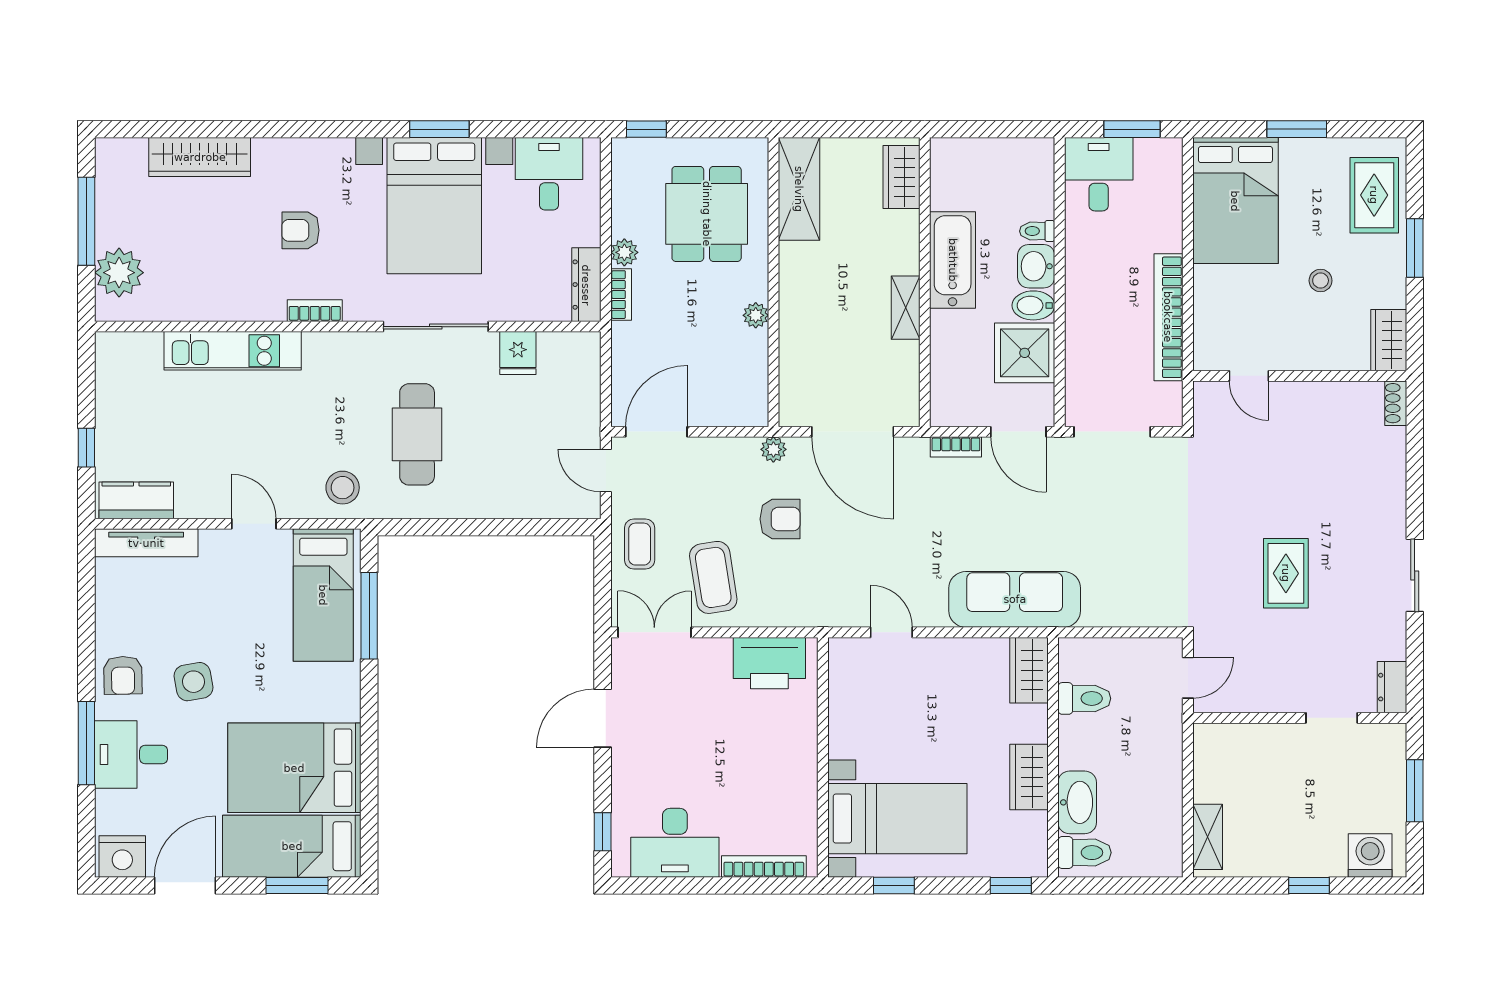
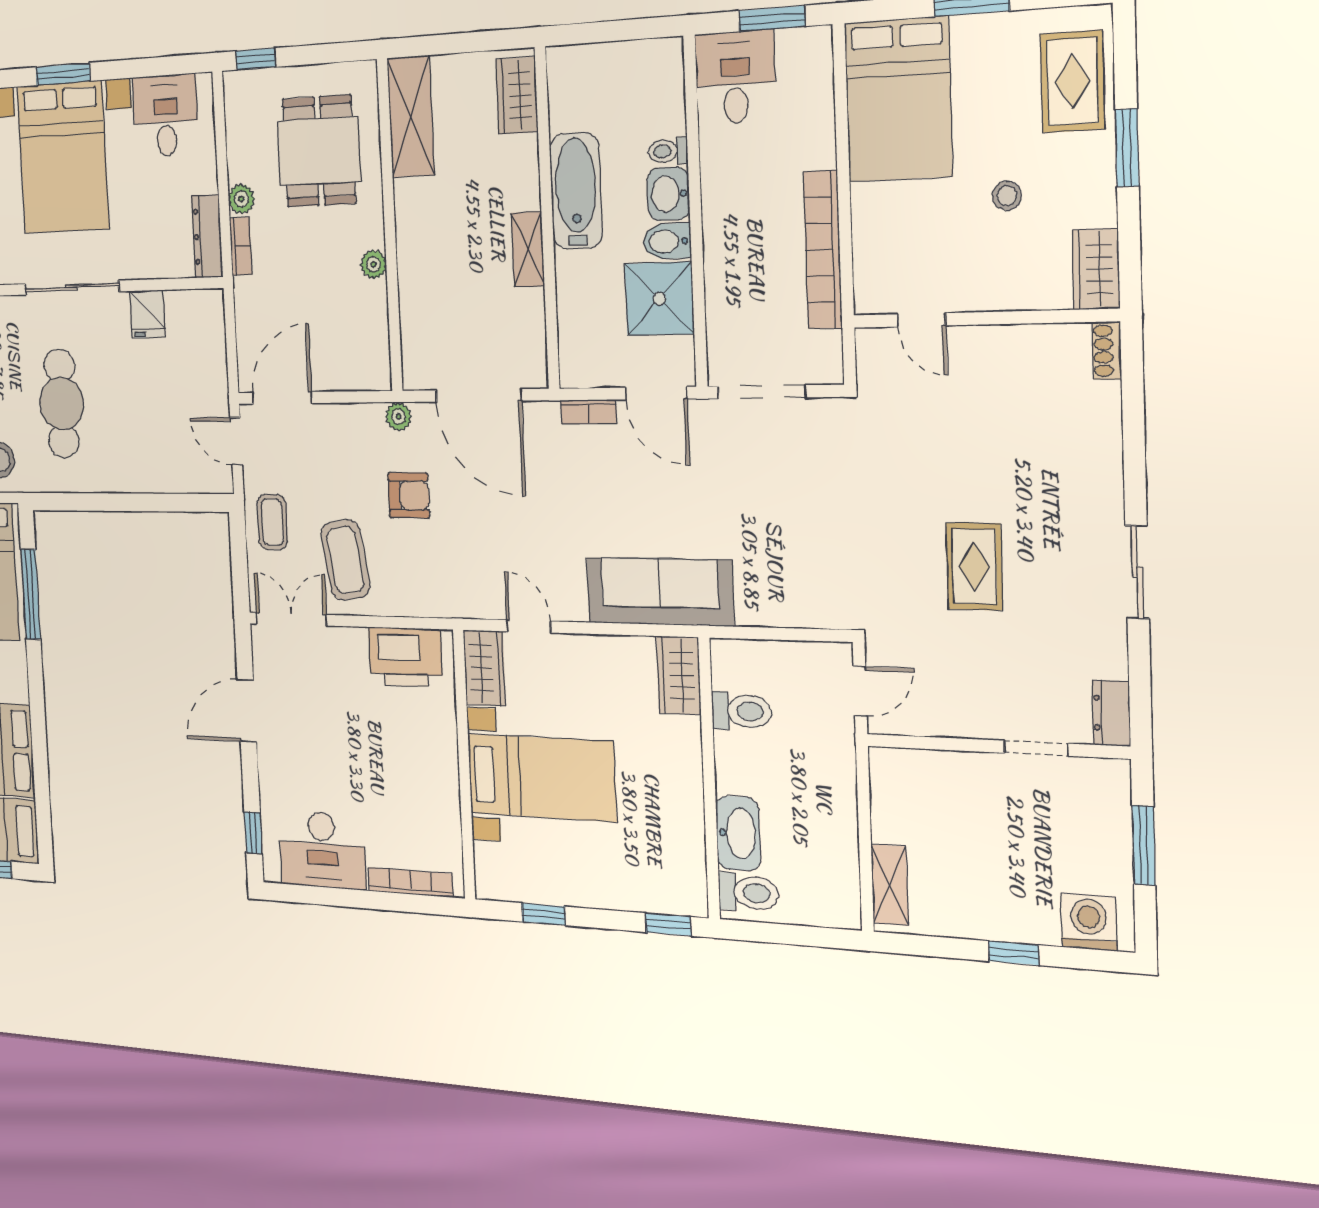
wardrobe: (1029, 777) -> (484, 668), moved, turned 180
bed with nightstands: (897, 819) -> (541, 777), moved

